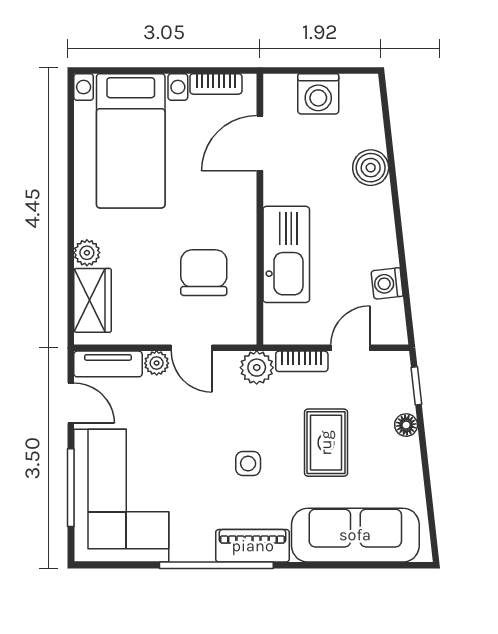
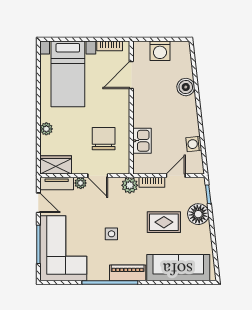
kitchen sink: (286, 254) -> (142, 141), width x0.53, depth x0.81
wardrobe: (93, 300) -> (56, 165), moved, turned -90
floor lamp: (406, 425) -> (198, 214), width x1.89, depth x1.89
rug: (326, 443) -> (164, 222), turned 90
side table: (248, 464) -> (111, 234), moved

